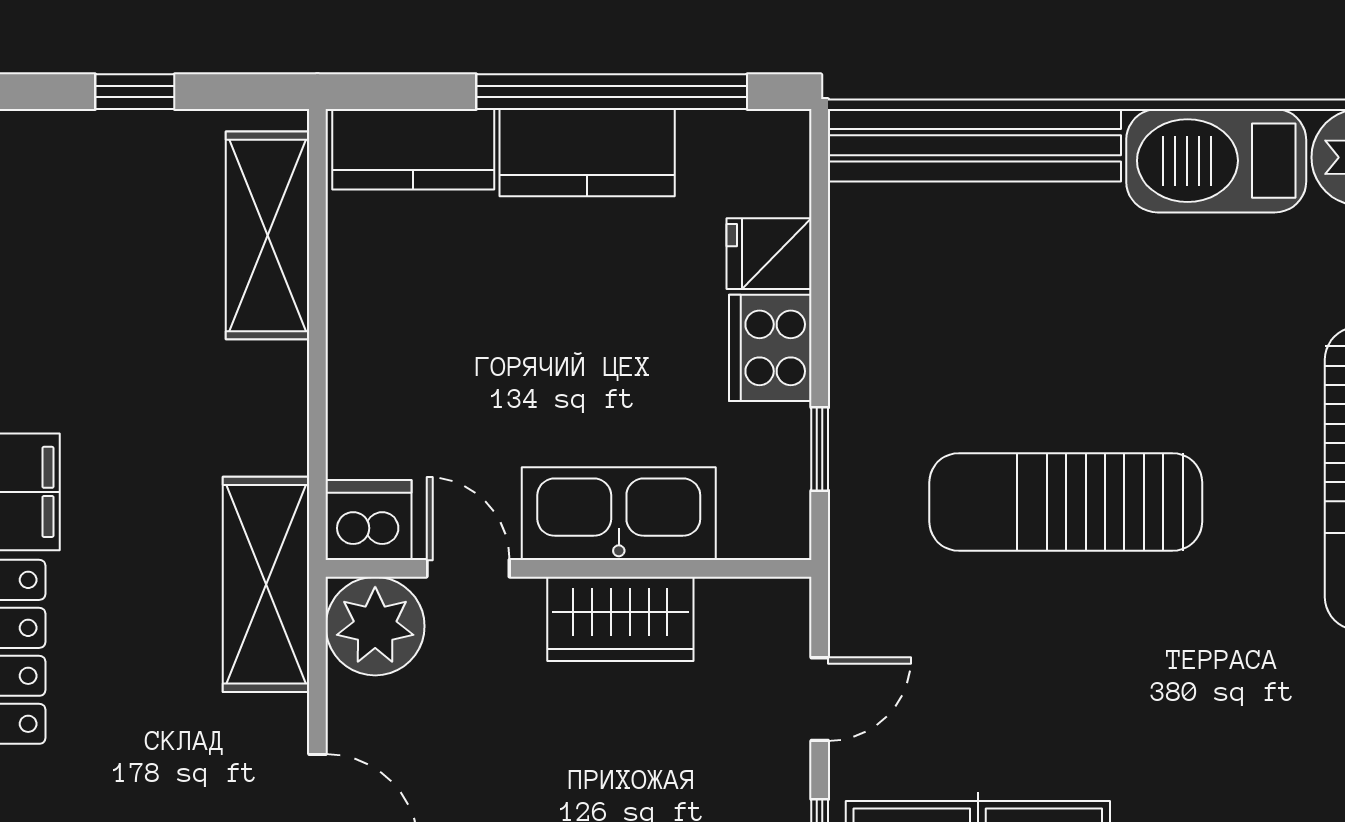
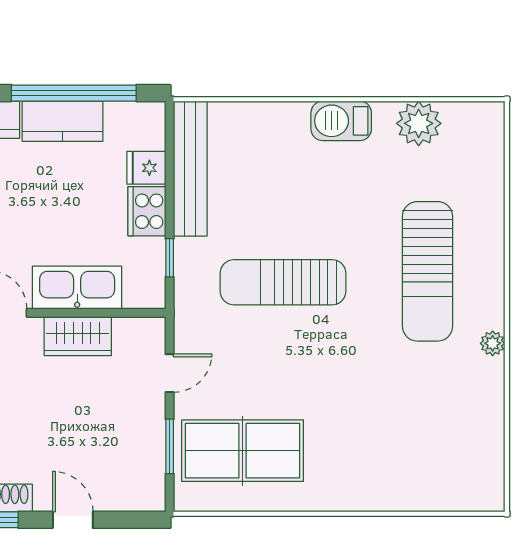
bench: (974, 145) -> (190, 169), moved, turned 90
barbecue: (1216, 161) -> (341, 121), width x0.73, depth x0.83

